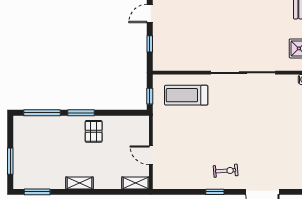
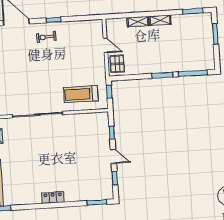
door: (150, 13) -> (113, 156), hinge flipped
treadmill: (186, 95) -> (81, 94), turned 180
pallet: (94, 131) -> (117, 64), moved
shelving: (136, 183) -> (138, 22), moved

